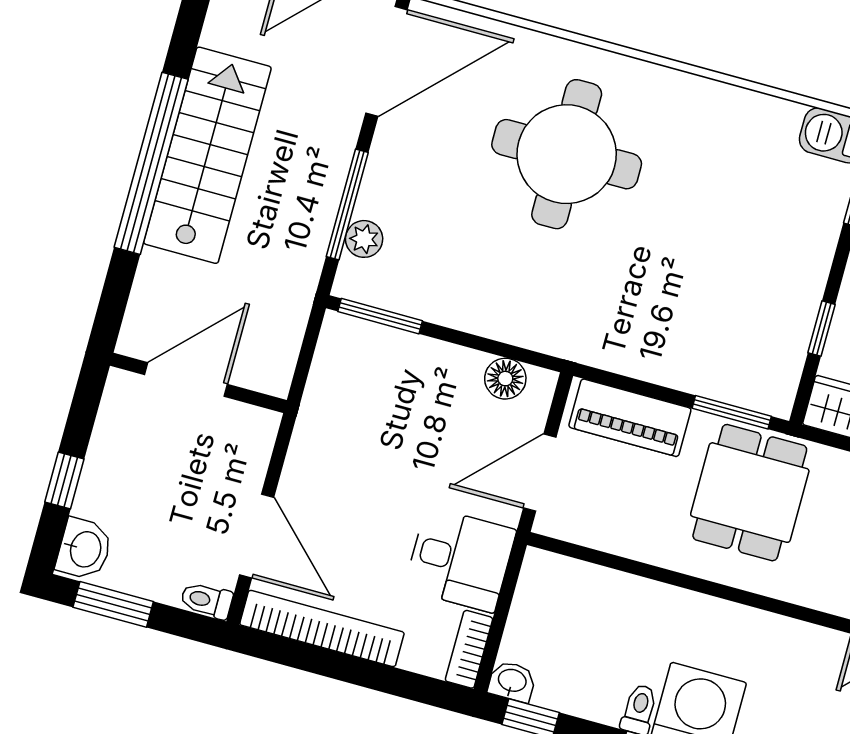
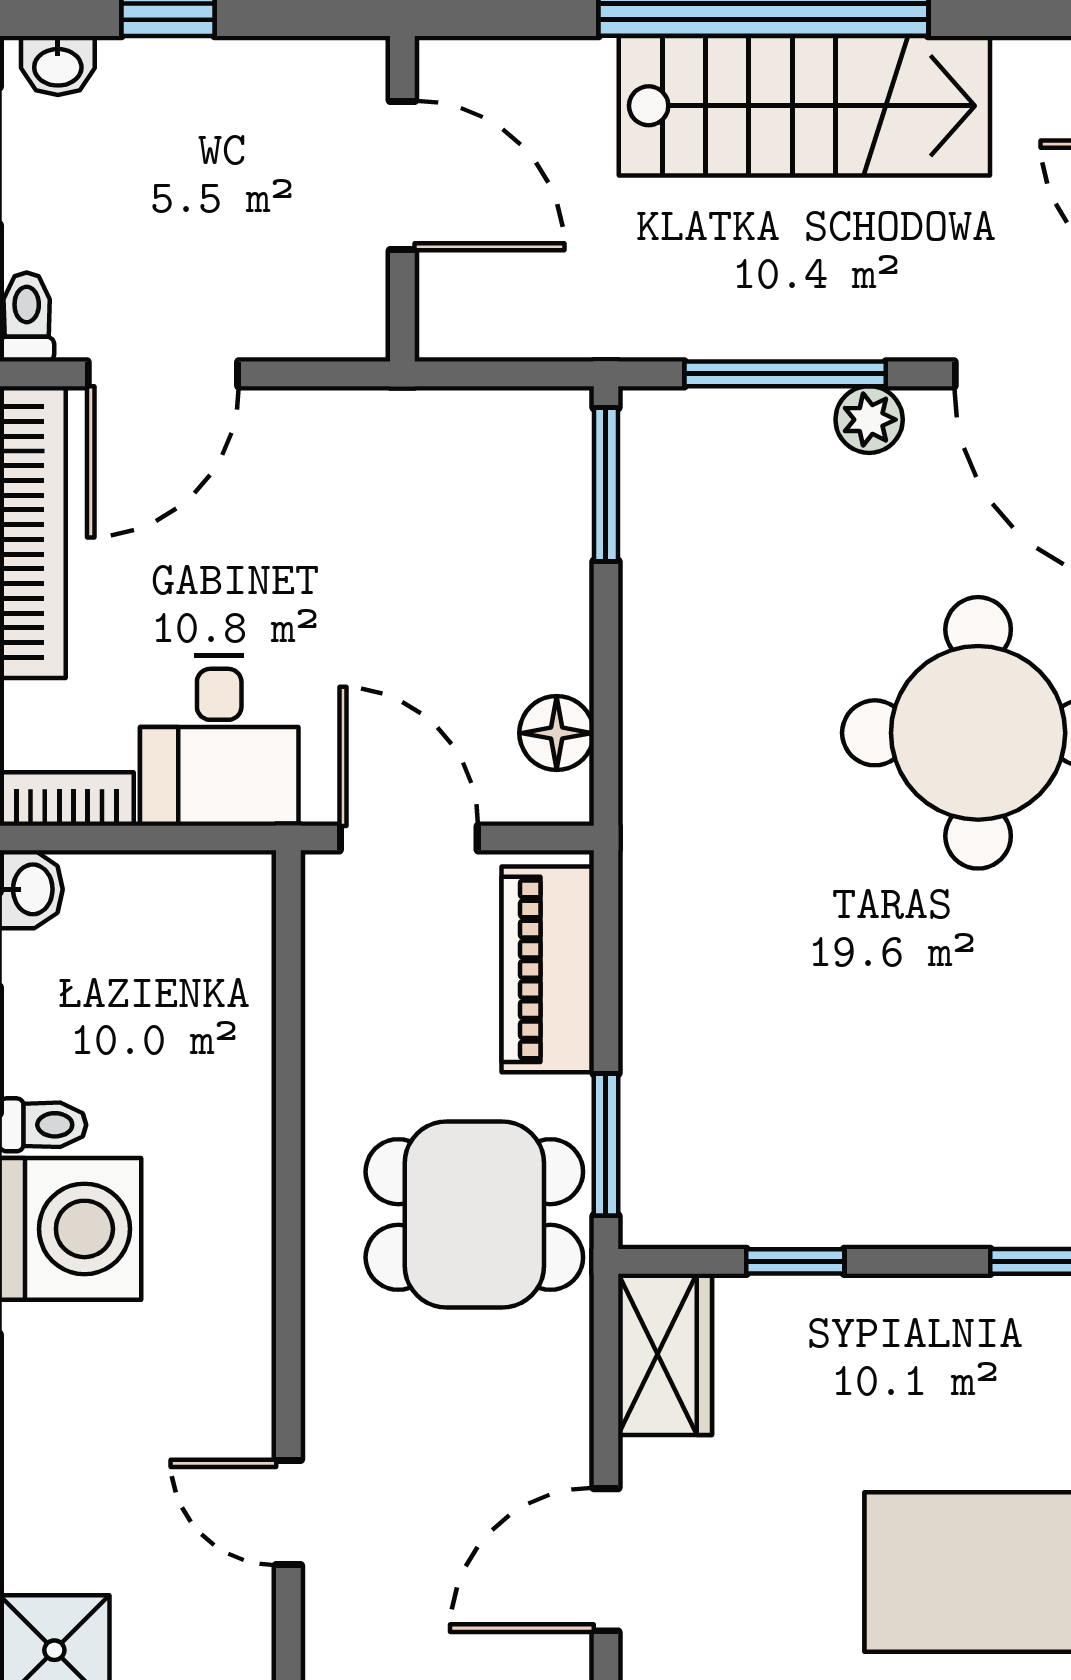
plant: (364, 239) -> (869, 420), moved
washbasin: (84, 549) -> (58, 66), width x0.72, depth x0.69

